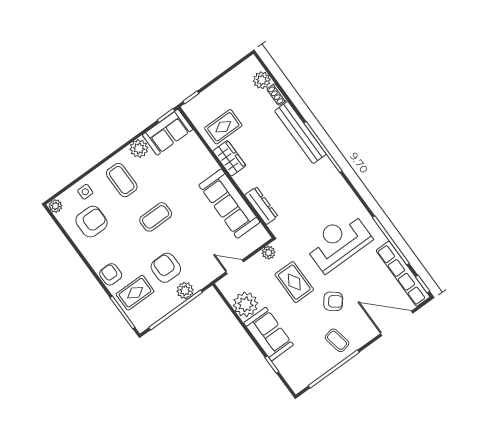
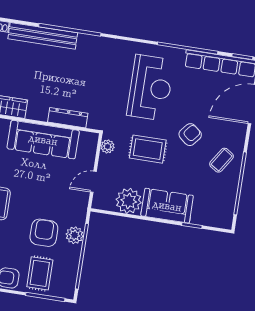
reception desk: (338, 242) -> (150, 88), turned 180
armchair: (166, 268) -> (44, 233), turned 90
coffee table: (337, 340) -> (221, 160), turned -46

